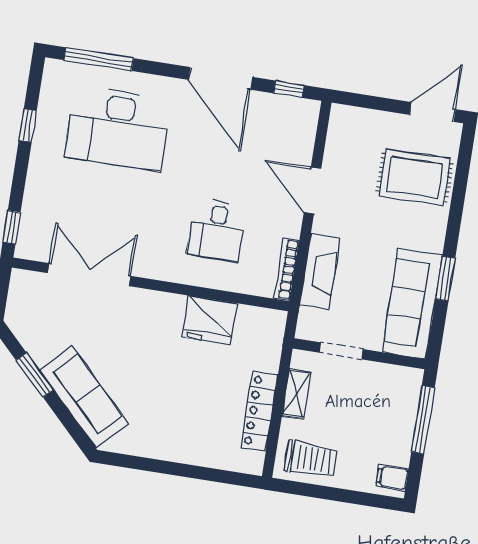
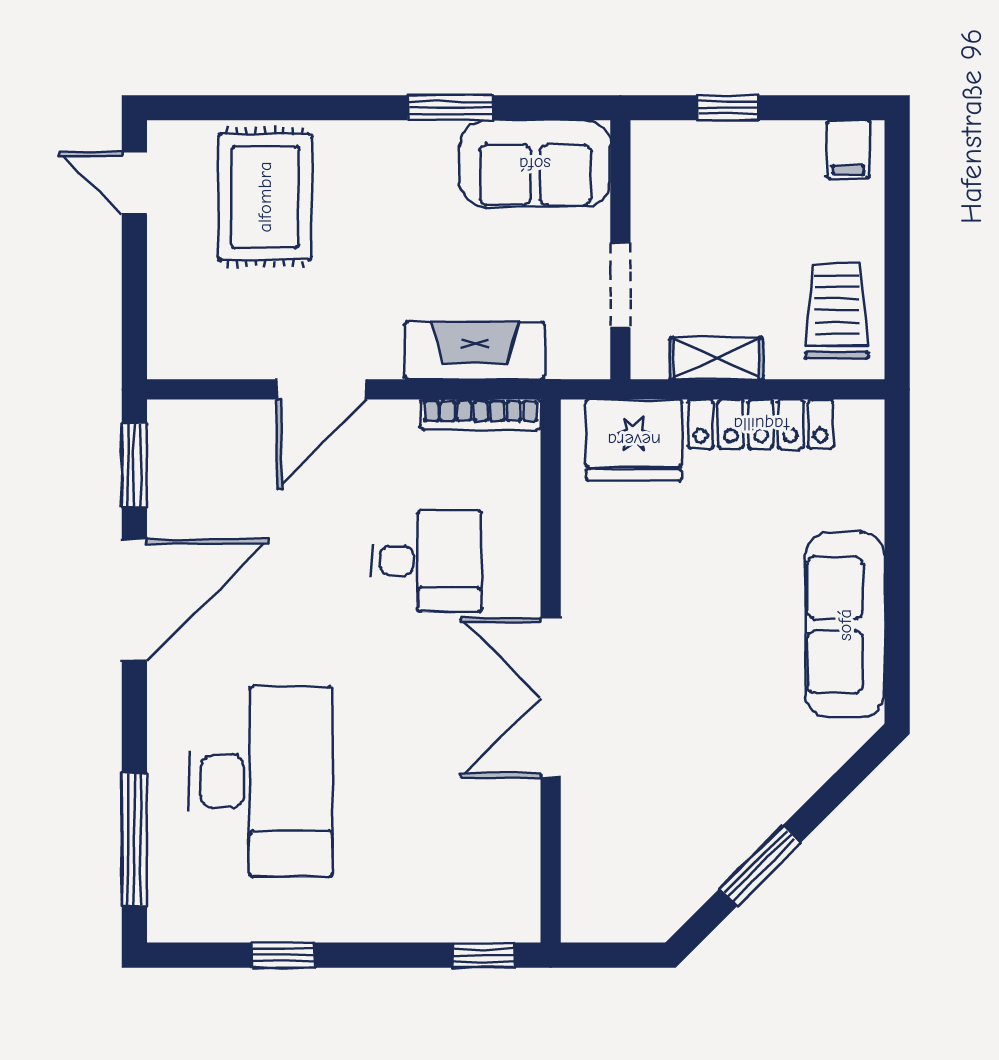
window: (289, 89) -> (134, 465), width x1.50
door: (433, 112) -> (134, 183), width x0.73
double door: (89, 275) -> (551, 698), moved
sofa: (412, 304) -> (535, 164), width x0.73
fridge: (210, 320) -> (634, 440), moved, turned 90
sofa: (84, 397) -> (845, 625), moved, turned -45
window: (423, 420) -> (727, 108), width x0.46

